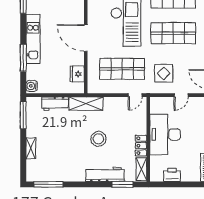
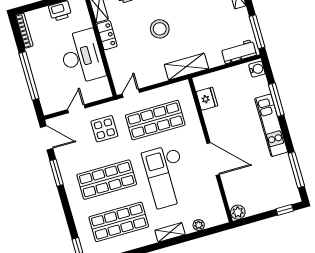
door: (86, 38) -> (213, 159), moved
workbench: (55, 104) -> (239, 52), moved

